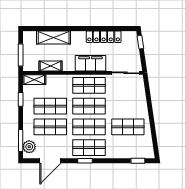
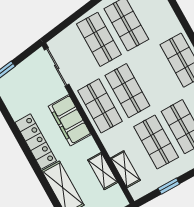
locker: (104, 37) -> (36, 142), moved
shelving: (34, 80) -> (125, 169), moved
shop shelf: (89, 127) -> (99, 39), moved

